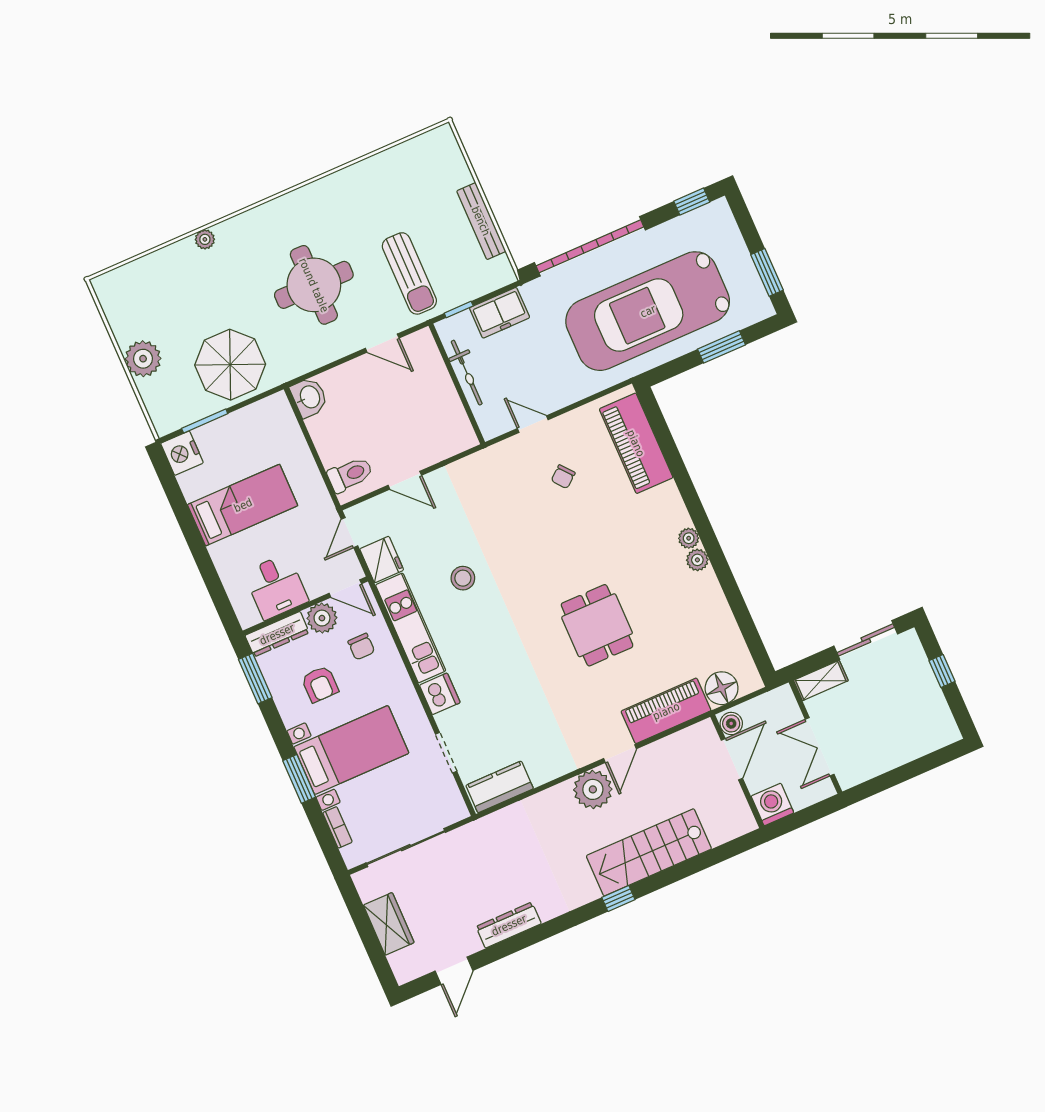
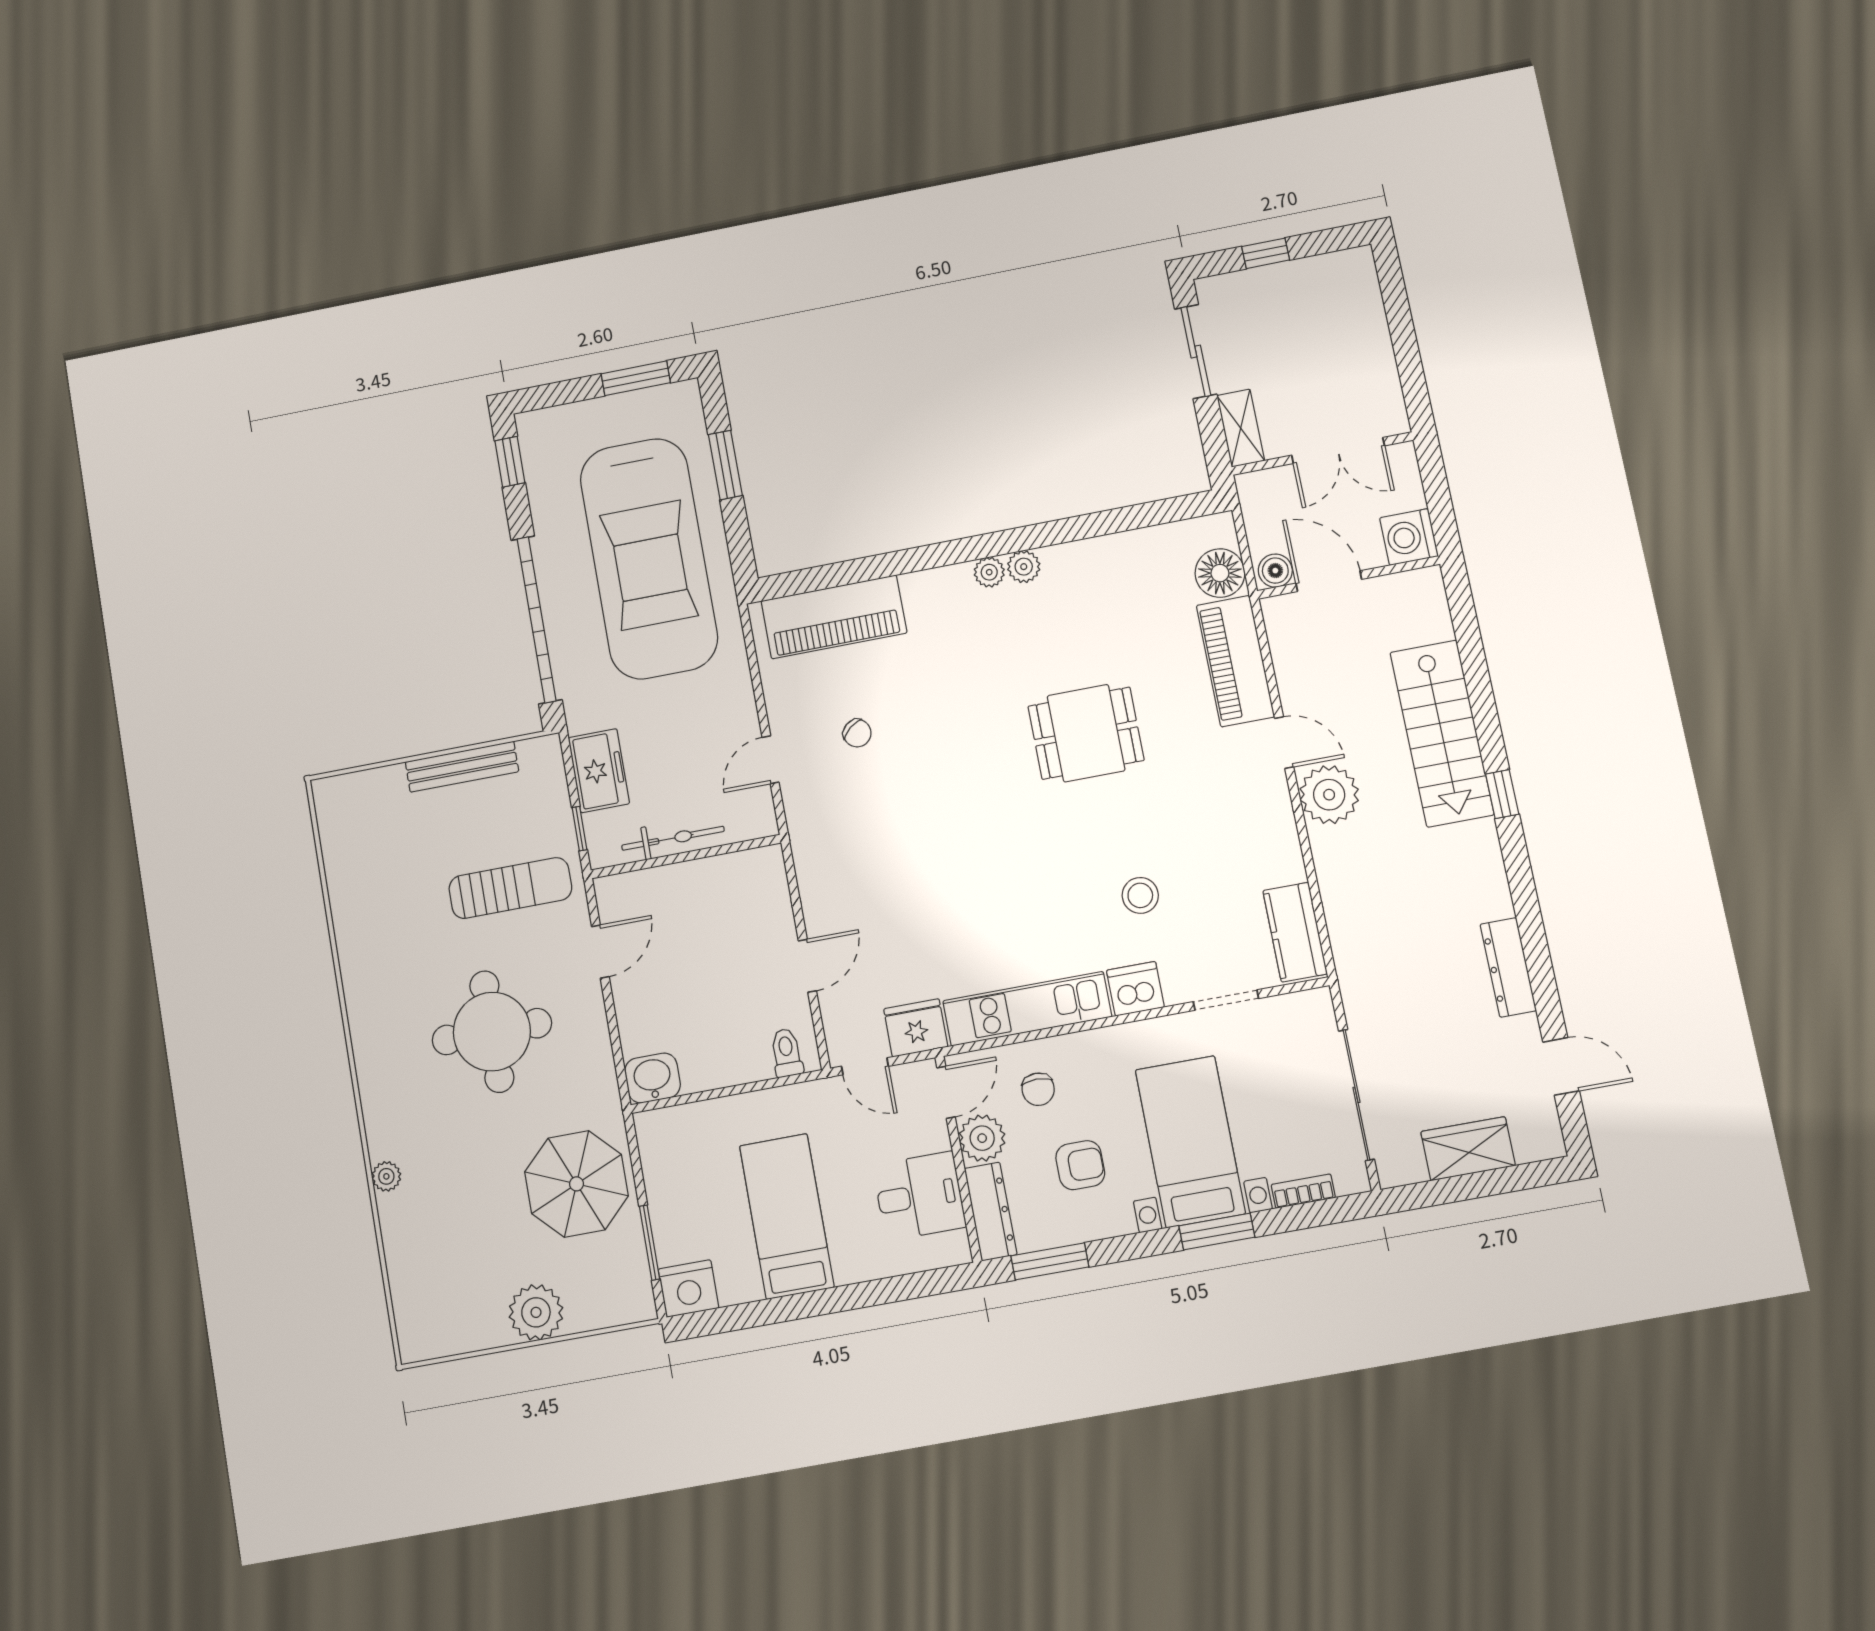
toilet: (350, 475) -> (787, 1053), width x0.73, depth x0.72
stool: (463, 578) -> (1140, 895), moved
chair: (361, 647) -> (1038, 1089), turned 90

